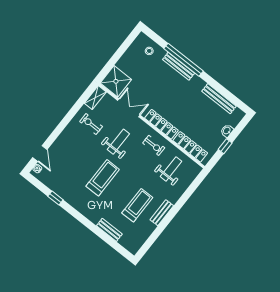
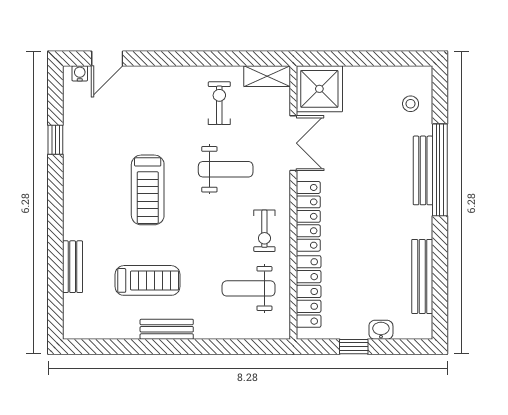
weight bench: (171, 169) -> (249, 288), turned 180
treadmill: (103, 178) -> (148, 190), turned 90

